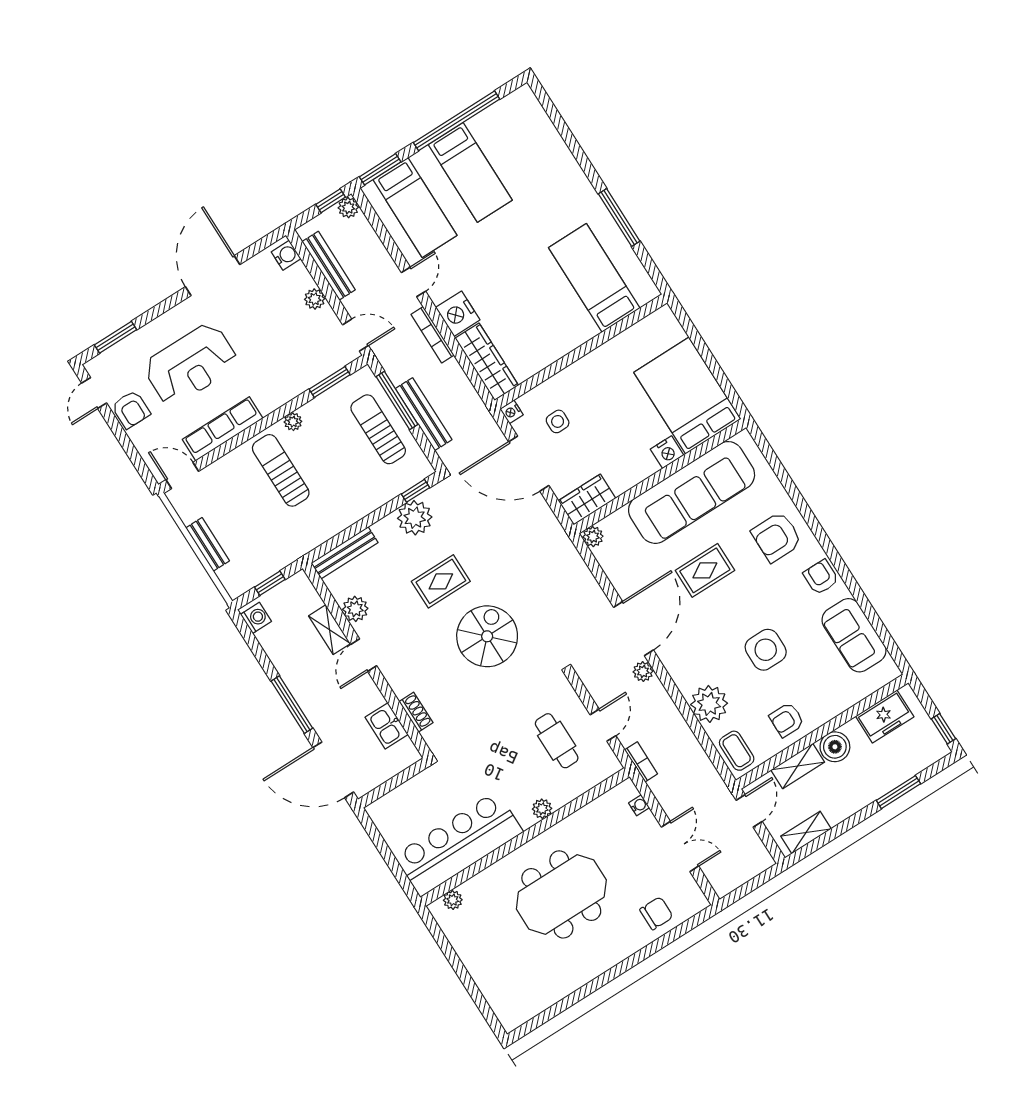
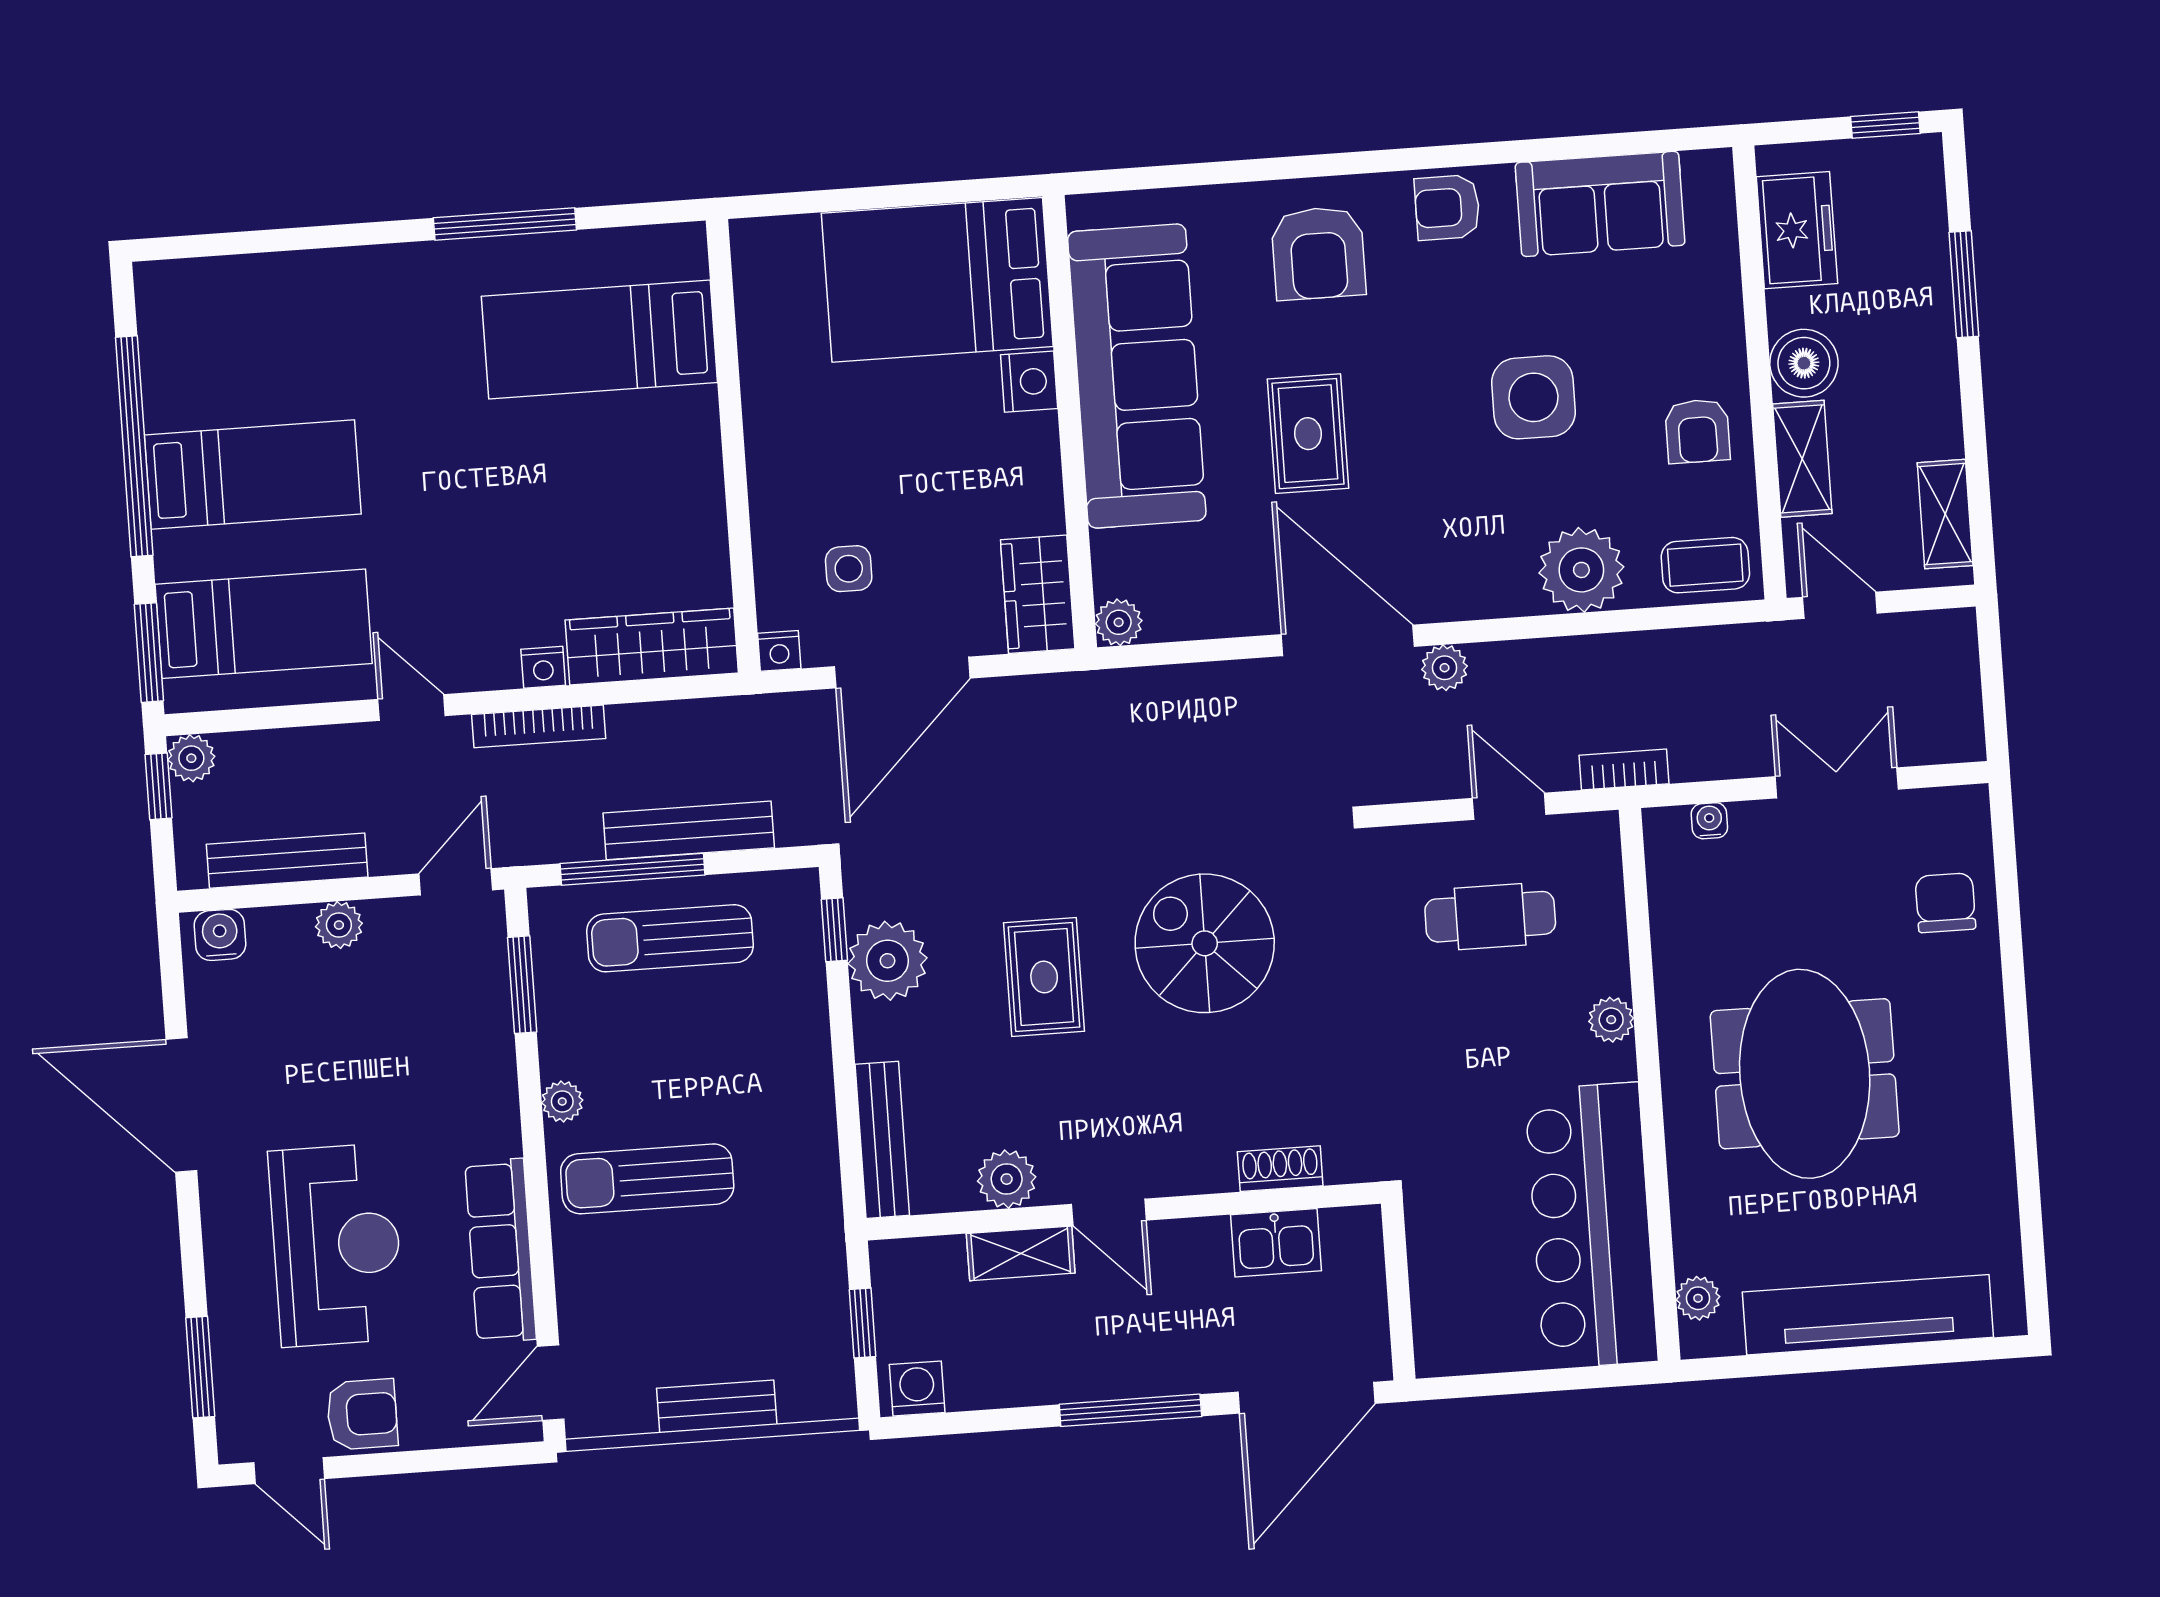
nightstand: (458, 314) -> (543, 667), width x0.53, depth x0.56
tv unit: (482, 969) -> (1868, 1315), added

